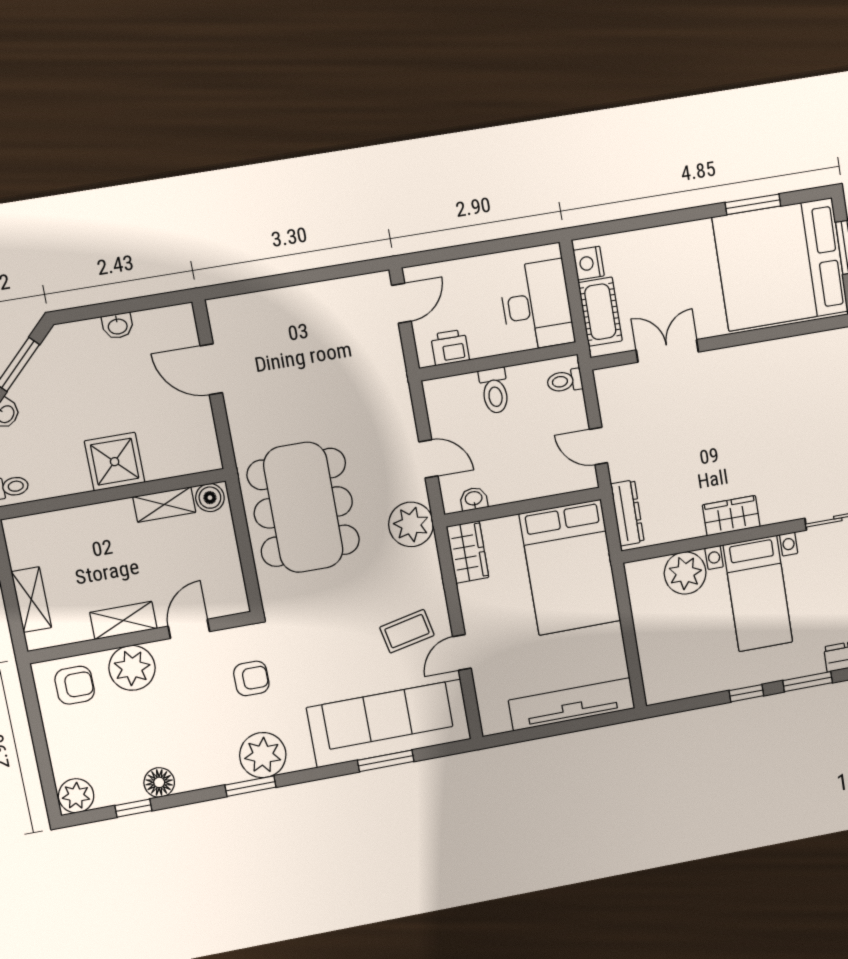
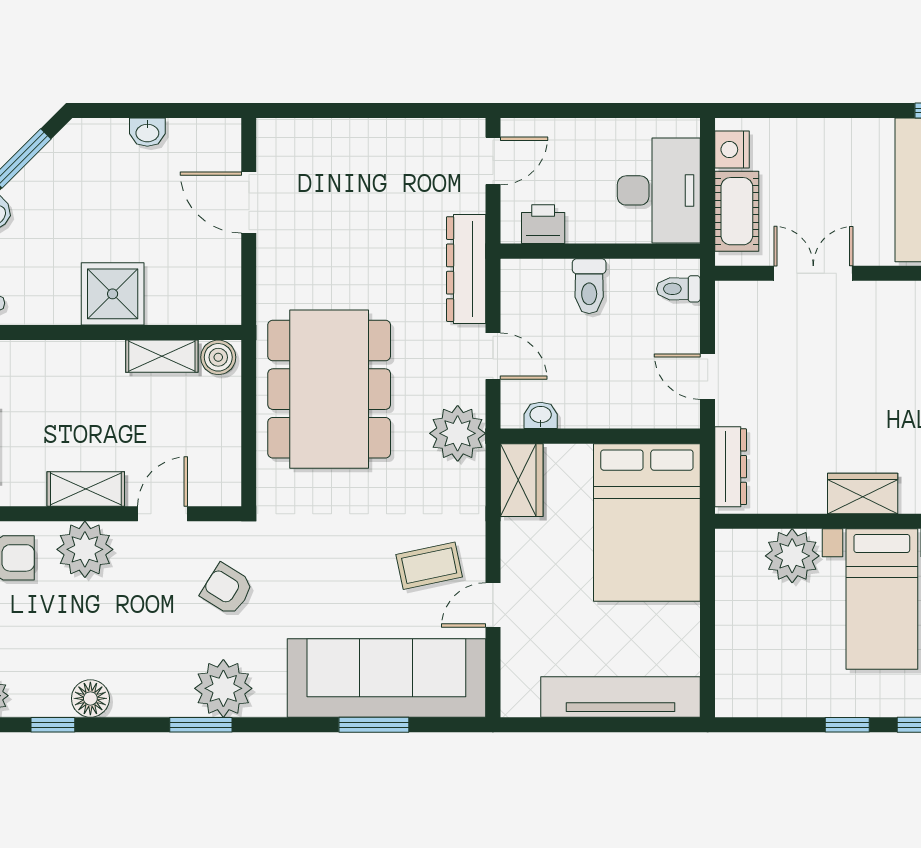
dresser: (395, 394) -> (466, 269), added
armchair: (251, 678) -> (227, 589), turned -148

